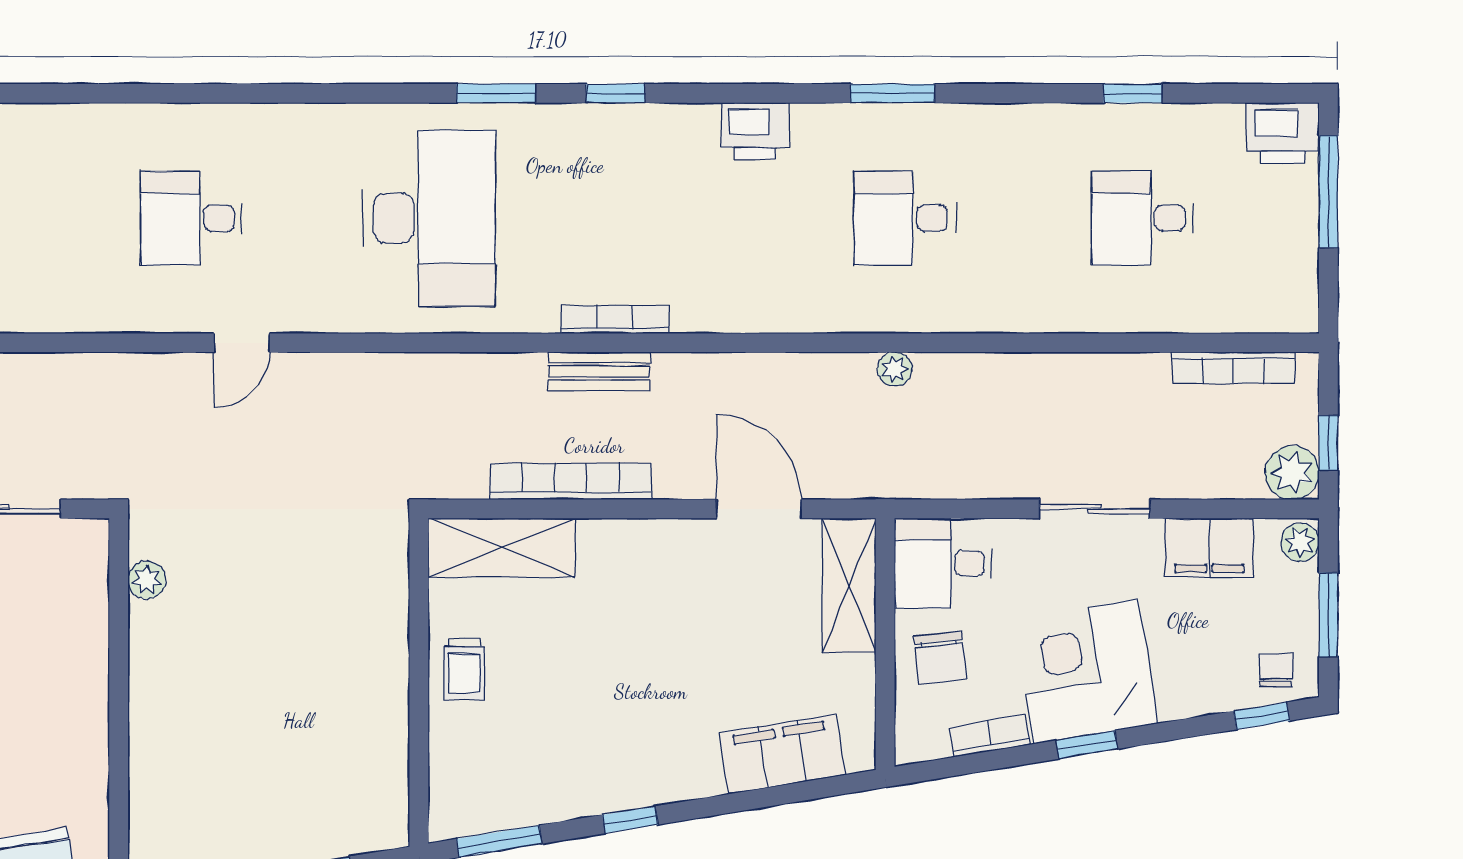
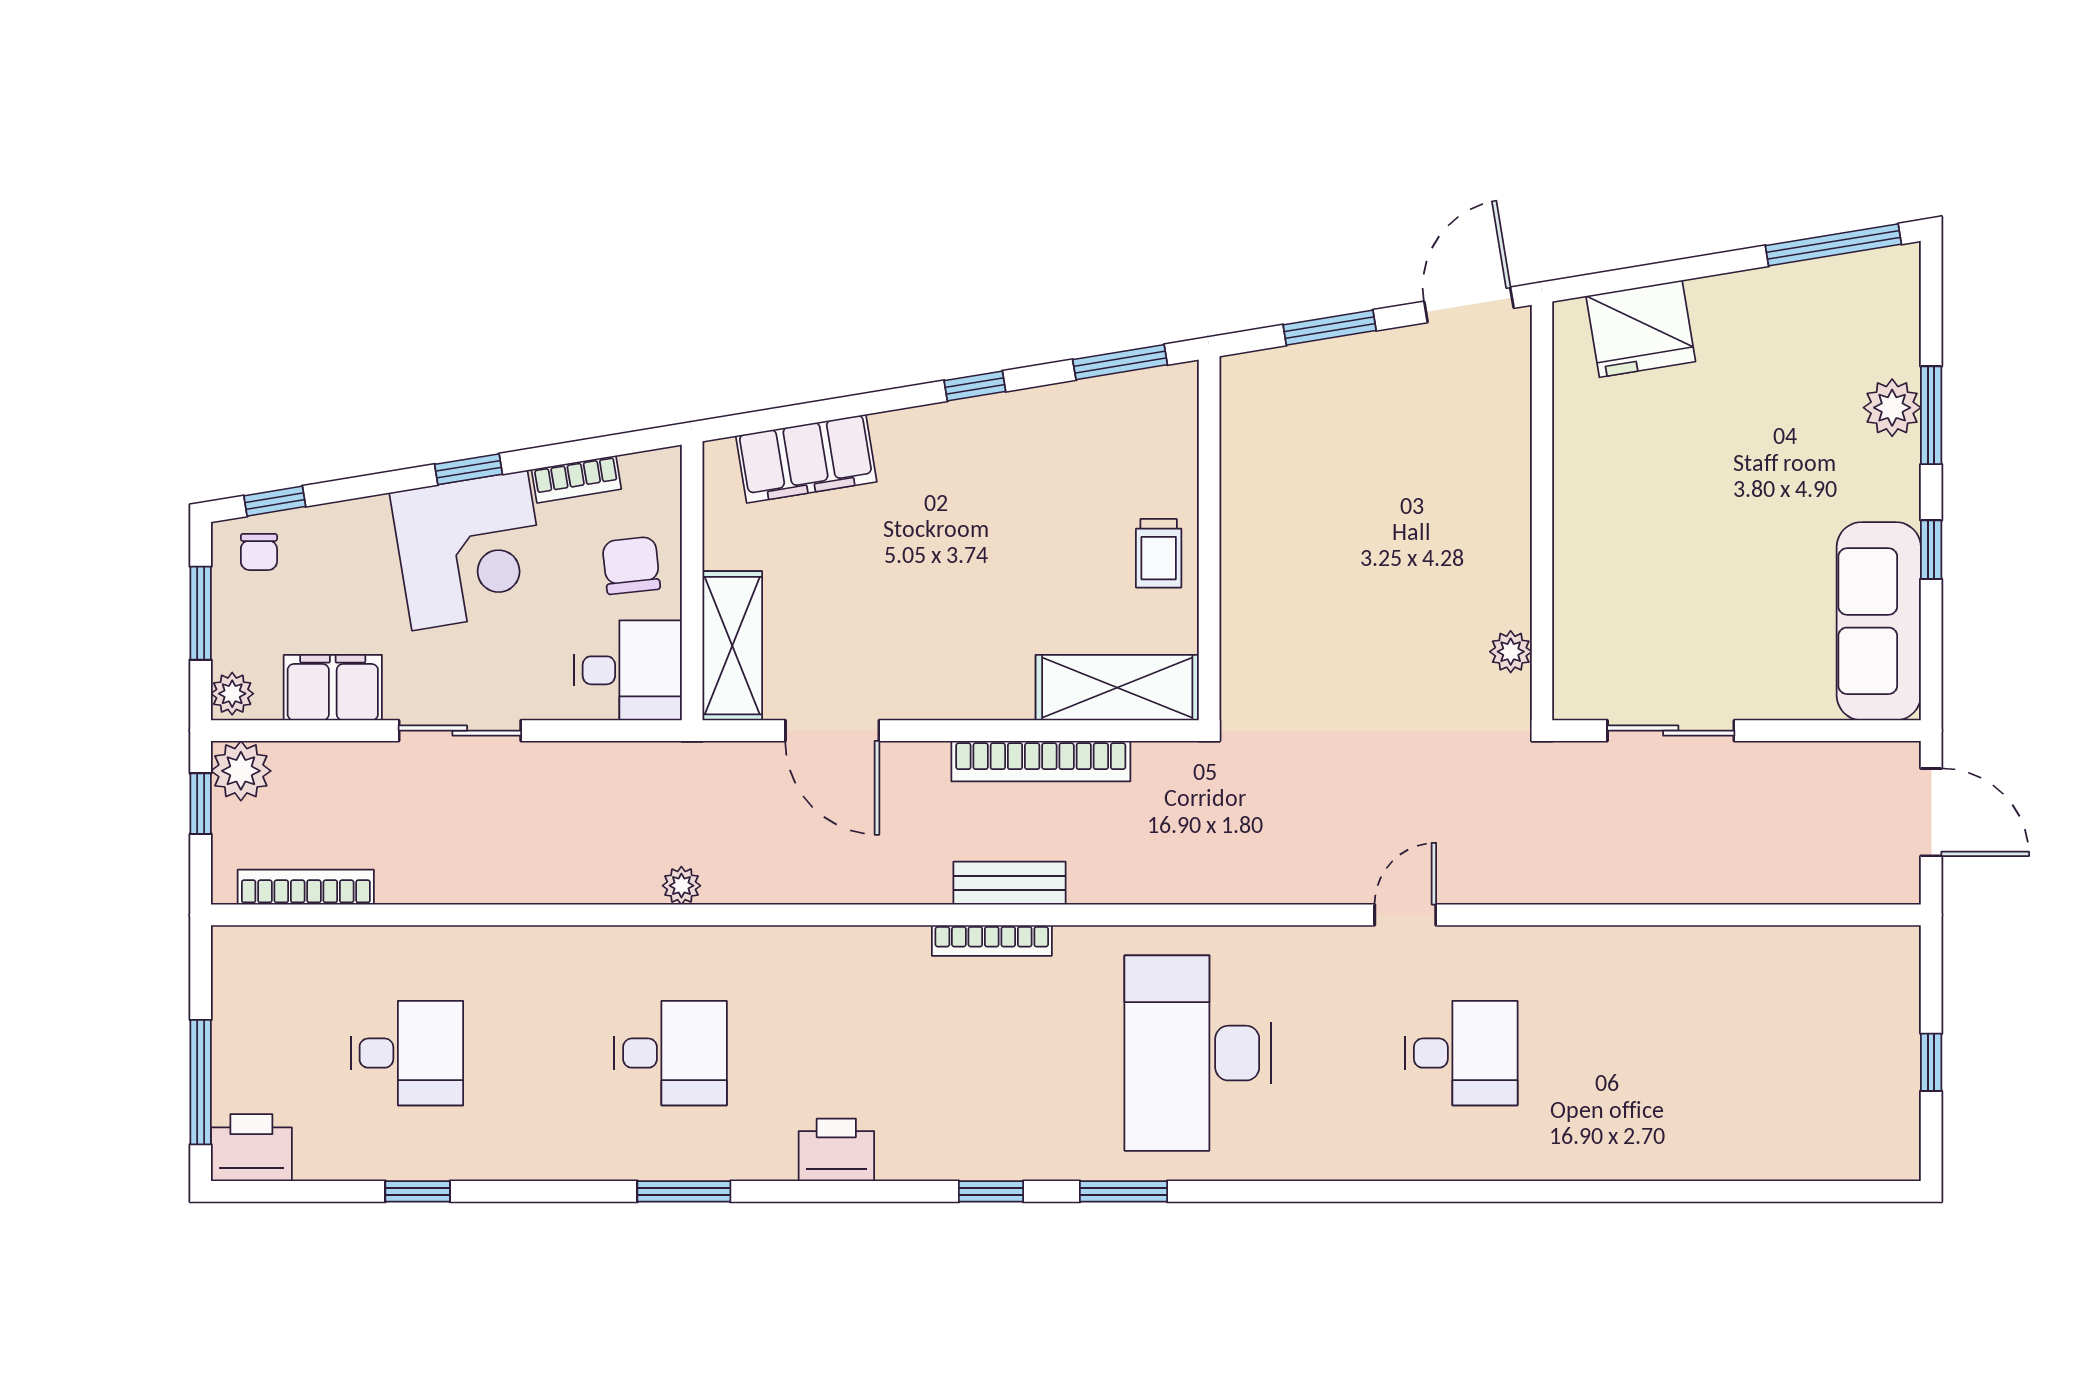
trolley: (464, 669) -> (1159, 553), turned 180

